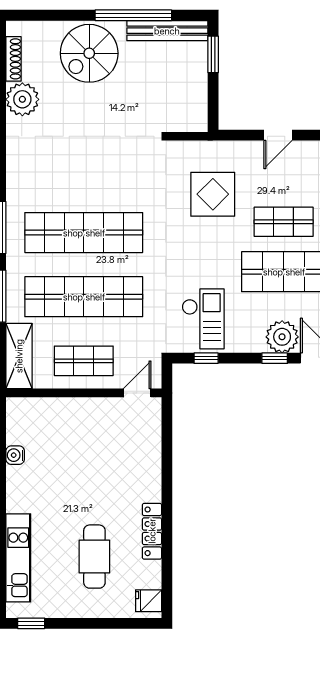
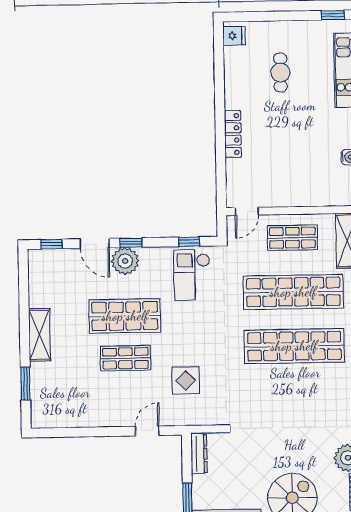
dresser: (199, 107) -> (199, 454), added
door: (278, 135) -> (147, 431), moved
display table: (213, 194) -> (186, 380), width x0.73, depth x0.73
locker: (152, 531) -> (233, 134), moved
cafe table: (94, 557) -> (280, 72), width x0.73, depth x0.74

